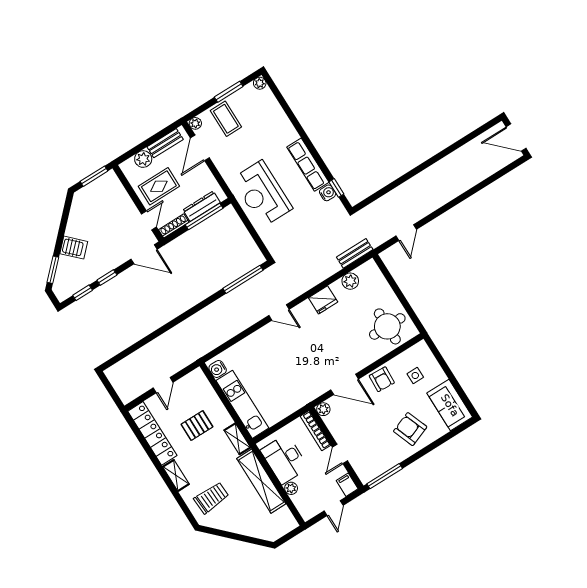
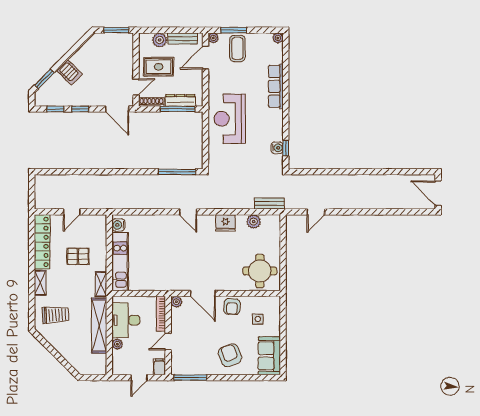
window: (229, 92) -> (234, 30), moved
row of seats: (308, 165) -> (276, 86), moved

